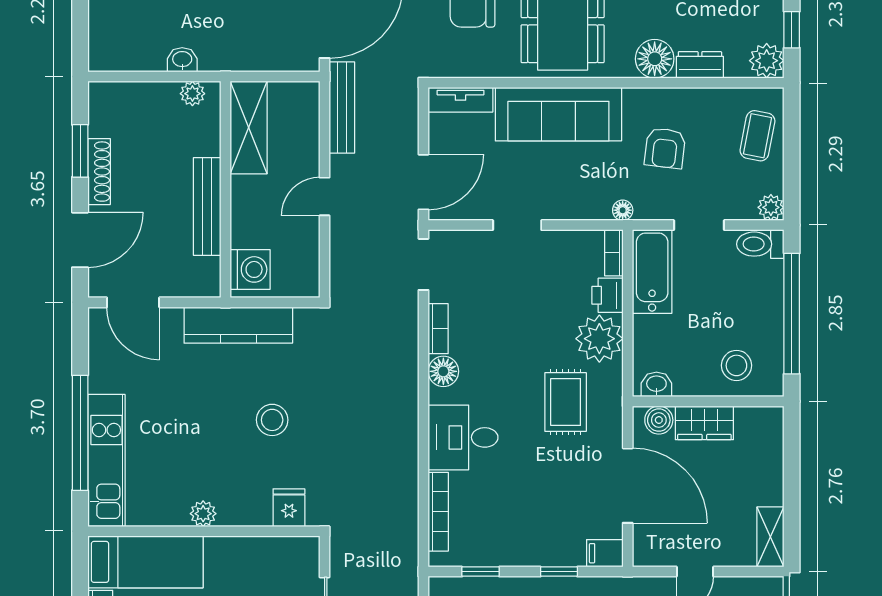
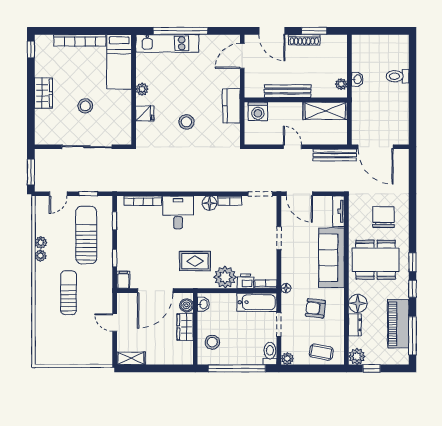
kitchen counter: (238, 325) -> (231, 106), width x0.67
fridge: (289, 508) -> (145, 113), moved

